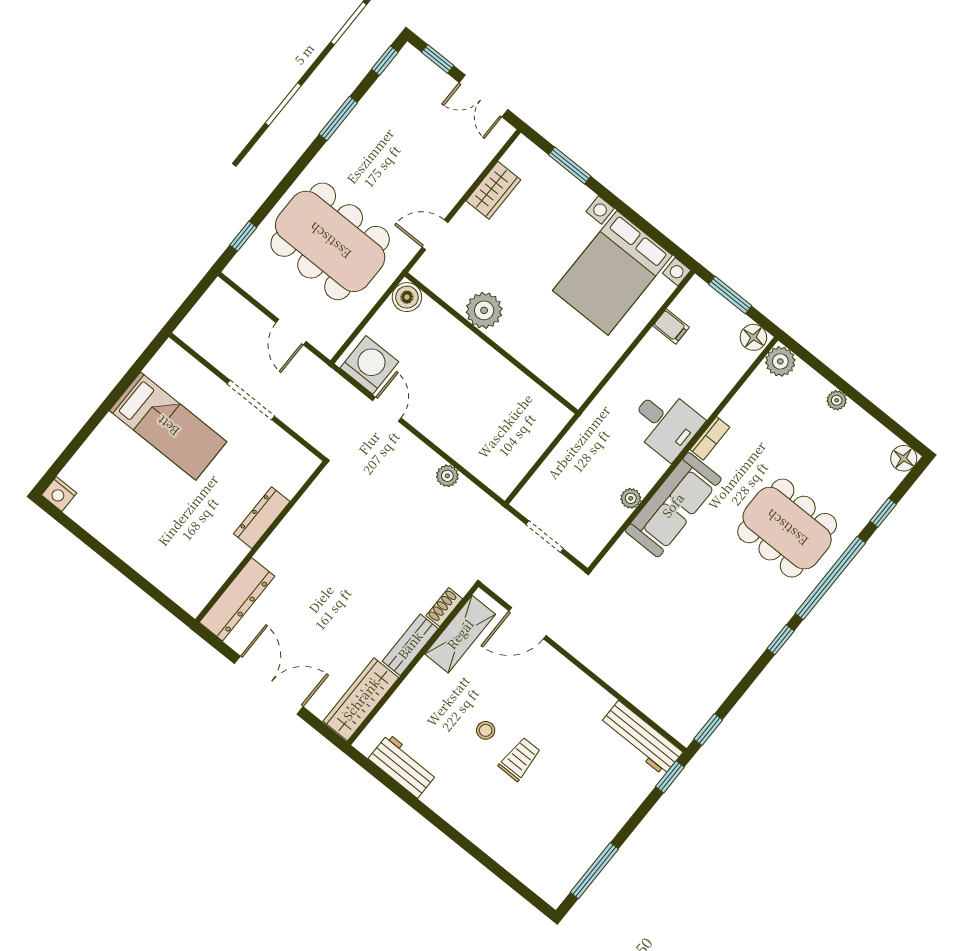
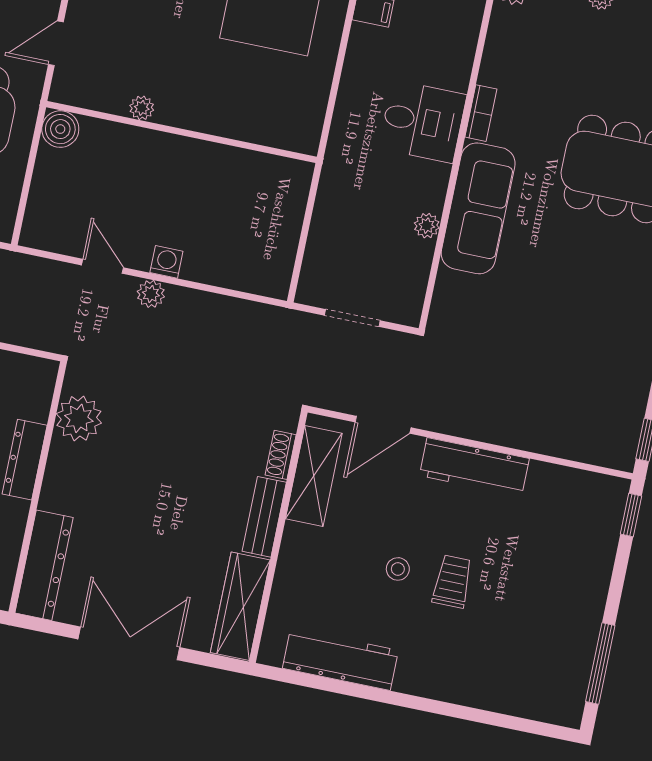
plant: (484, 310) -> (142, 108), width x0.53, depth x0.53
washing machine: (369, 365) -> (166, 262), moved, width x0.53, depth x0.53
plant: (447, 476) -> (151, 294), moved
plant: (315, 508) -> (79, 418), added
workbench: (641, 738) -> (474, 467), moved
workbench: (403, 766) -> (340, 659), width x1.38

